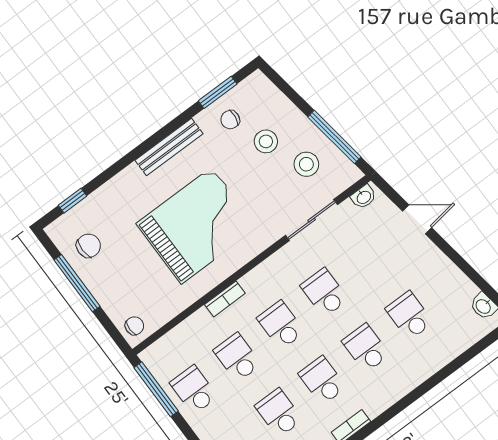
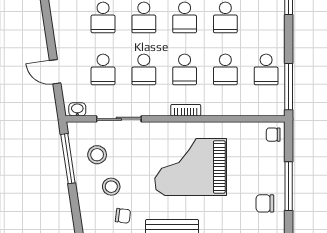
school desk: (368, 260) -> (103, 69), added
bookcase: (225, 299) -> (186, 110), moved

